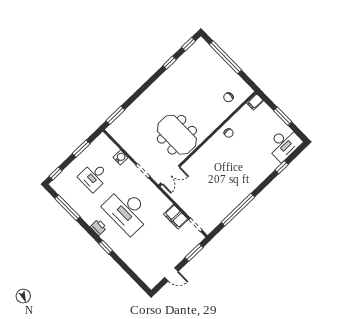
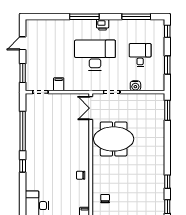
window: (282, 167) -> (23, 166), moved
filing cabinet: (176, 217) -> (59, 84), width x0.50
window: (106, 247) -> (84, 17), width x2.17

